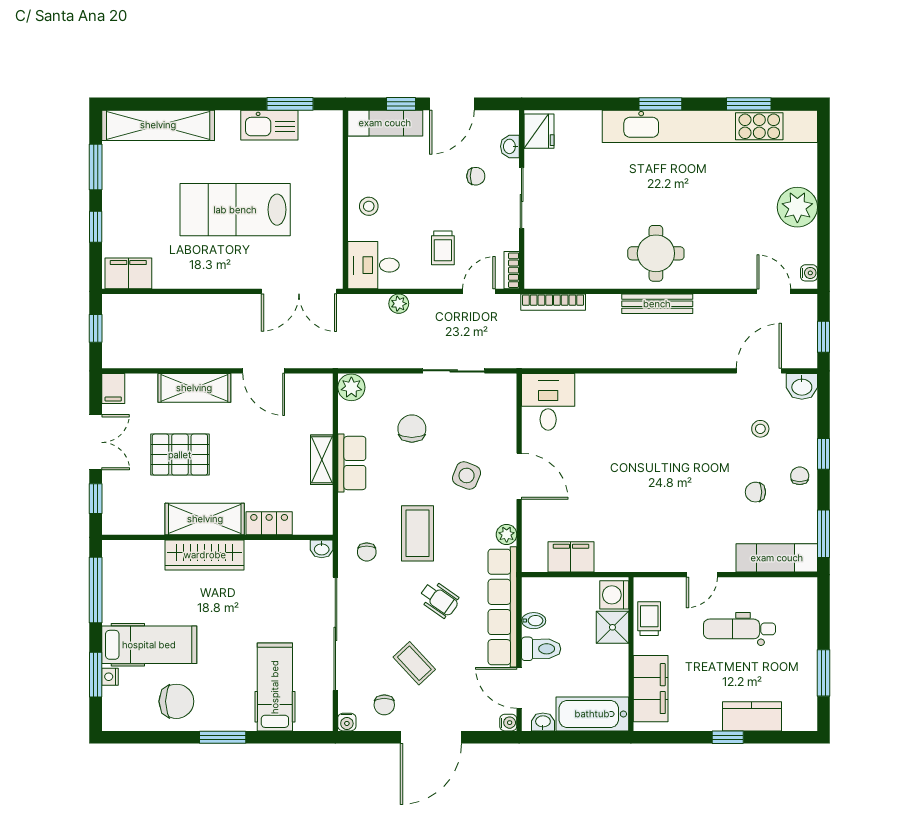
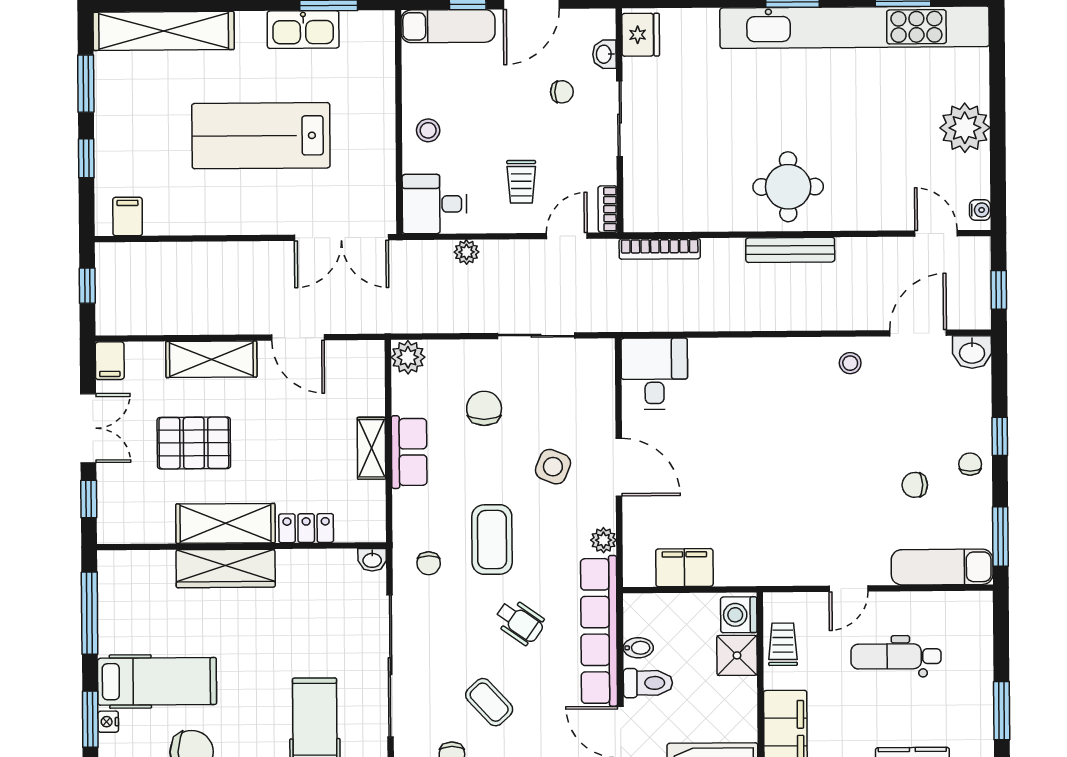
filing cabinet: (128, 273) -> (128, 216), width x0.50
stool: (760, 429) -> (850, 363), moved

